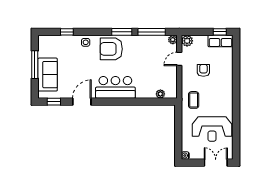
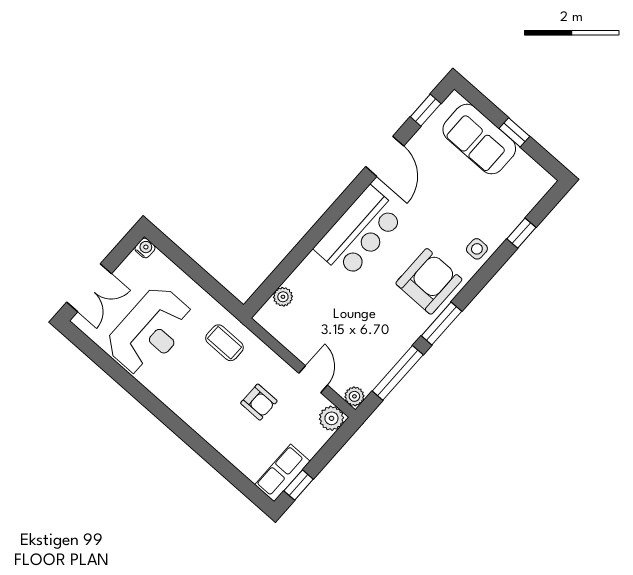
window: (35, 65) -> (514, 132), width x0.46
reception desk: (212, 129) -> (150, 331), turned 180

